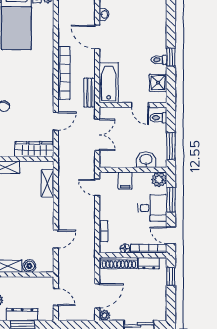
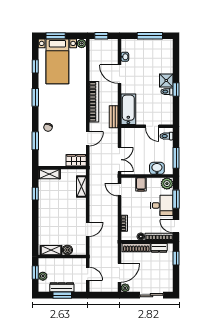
shower: (158, 83) -> (166, 80), moved
double door: (97, 135) -> (119, 160), moved
wardrobe: (34, 149) -> (76, 160), width x0.67

